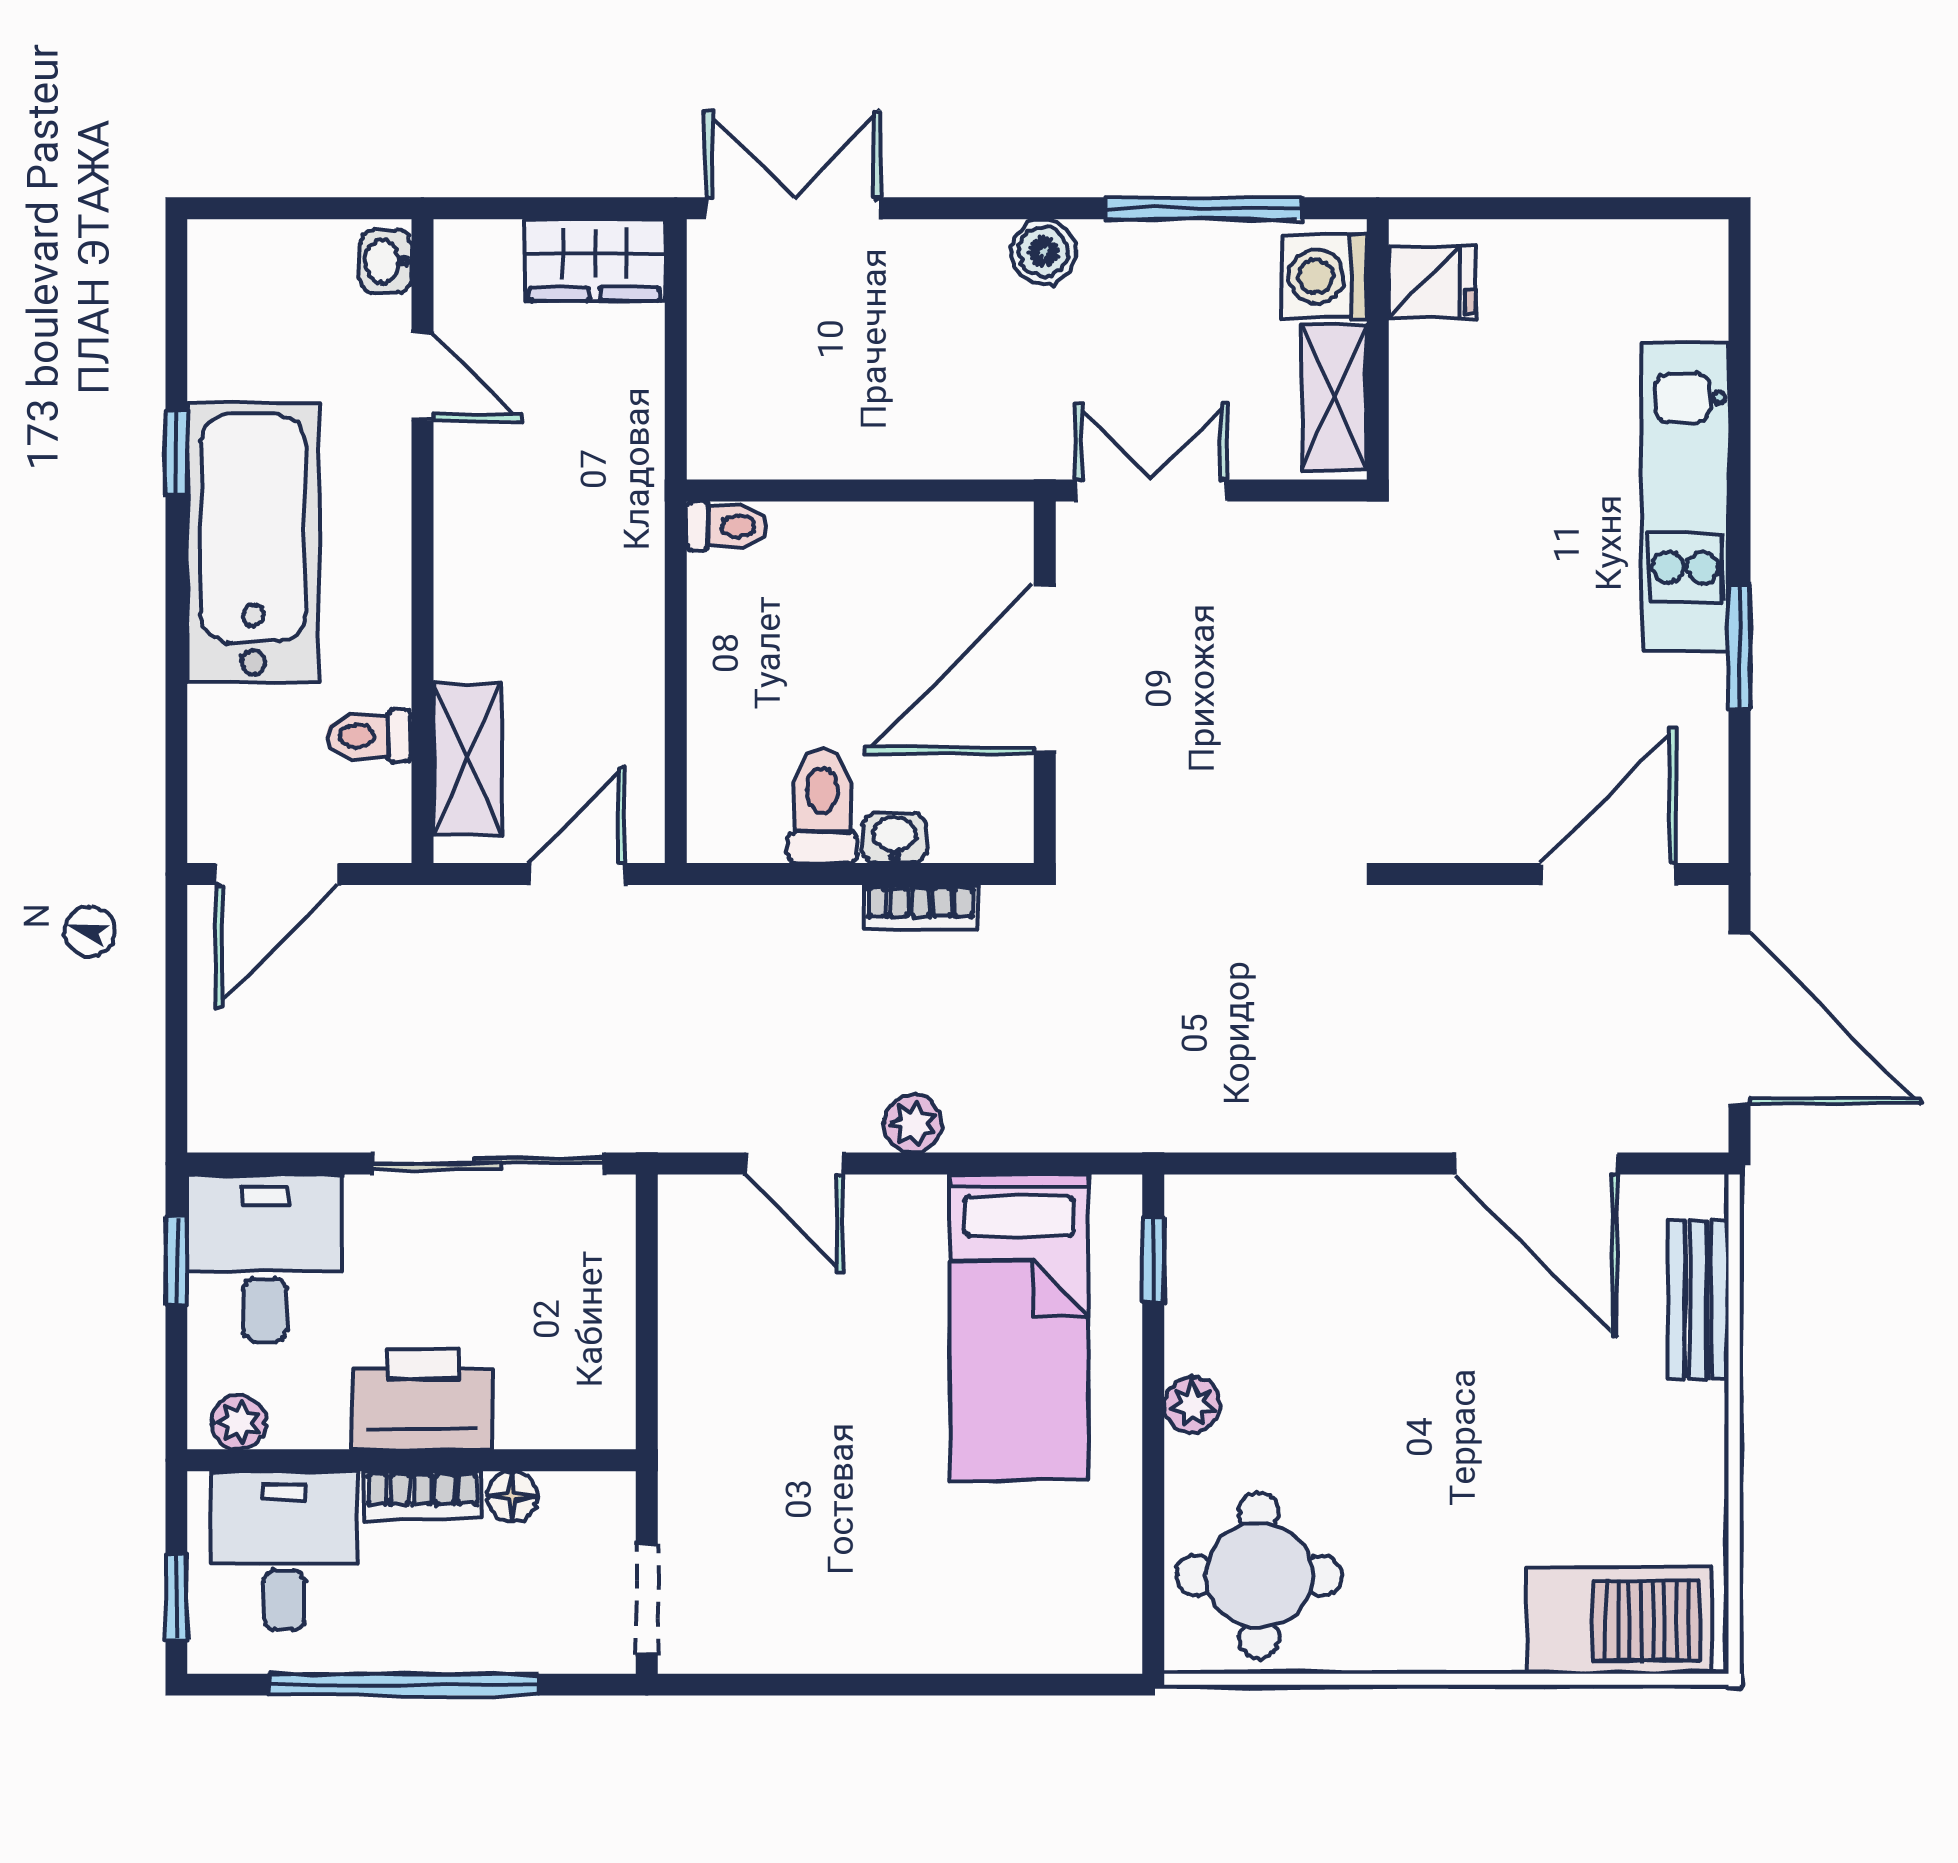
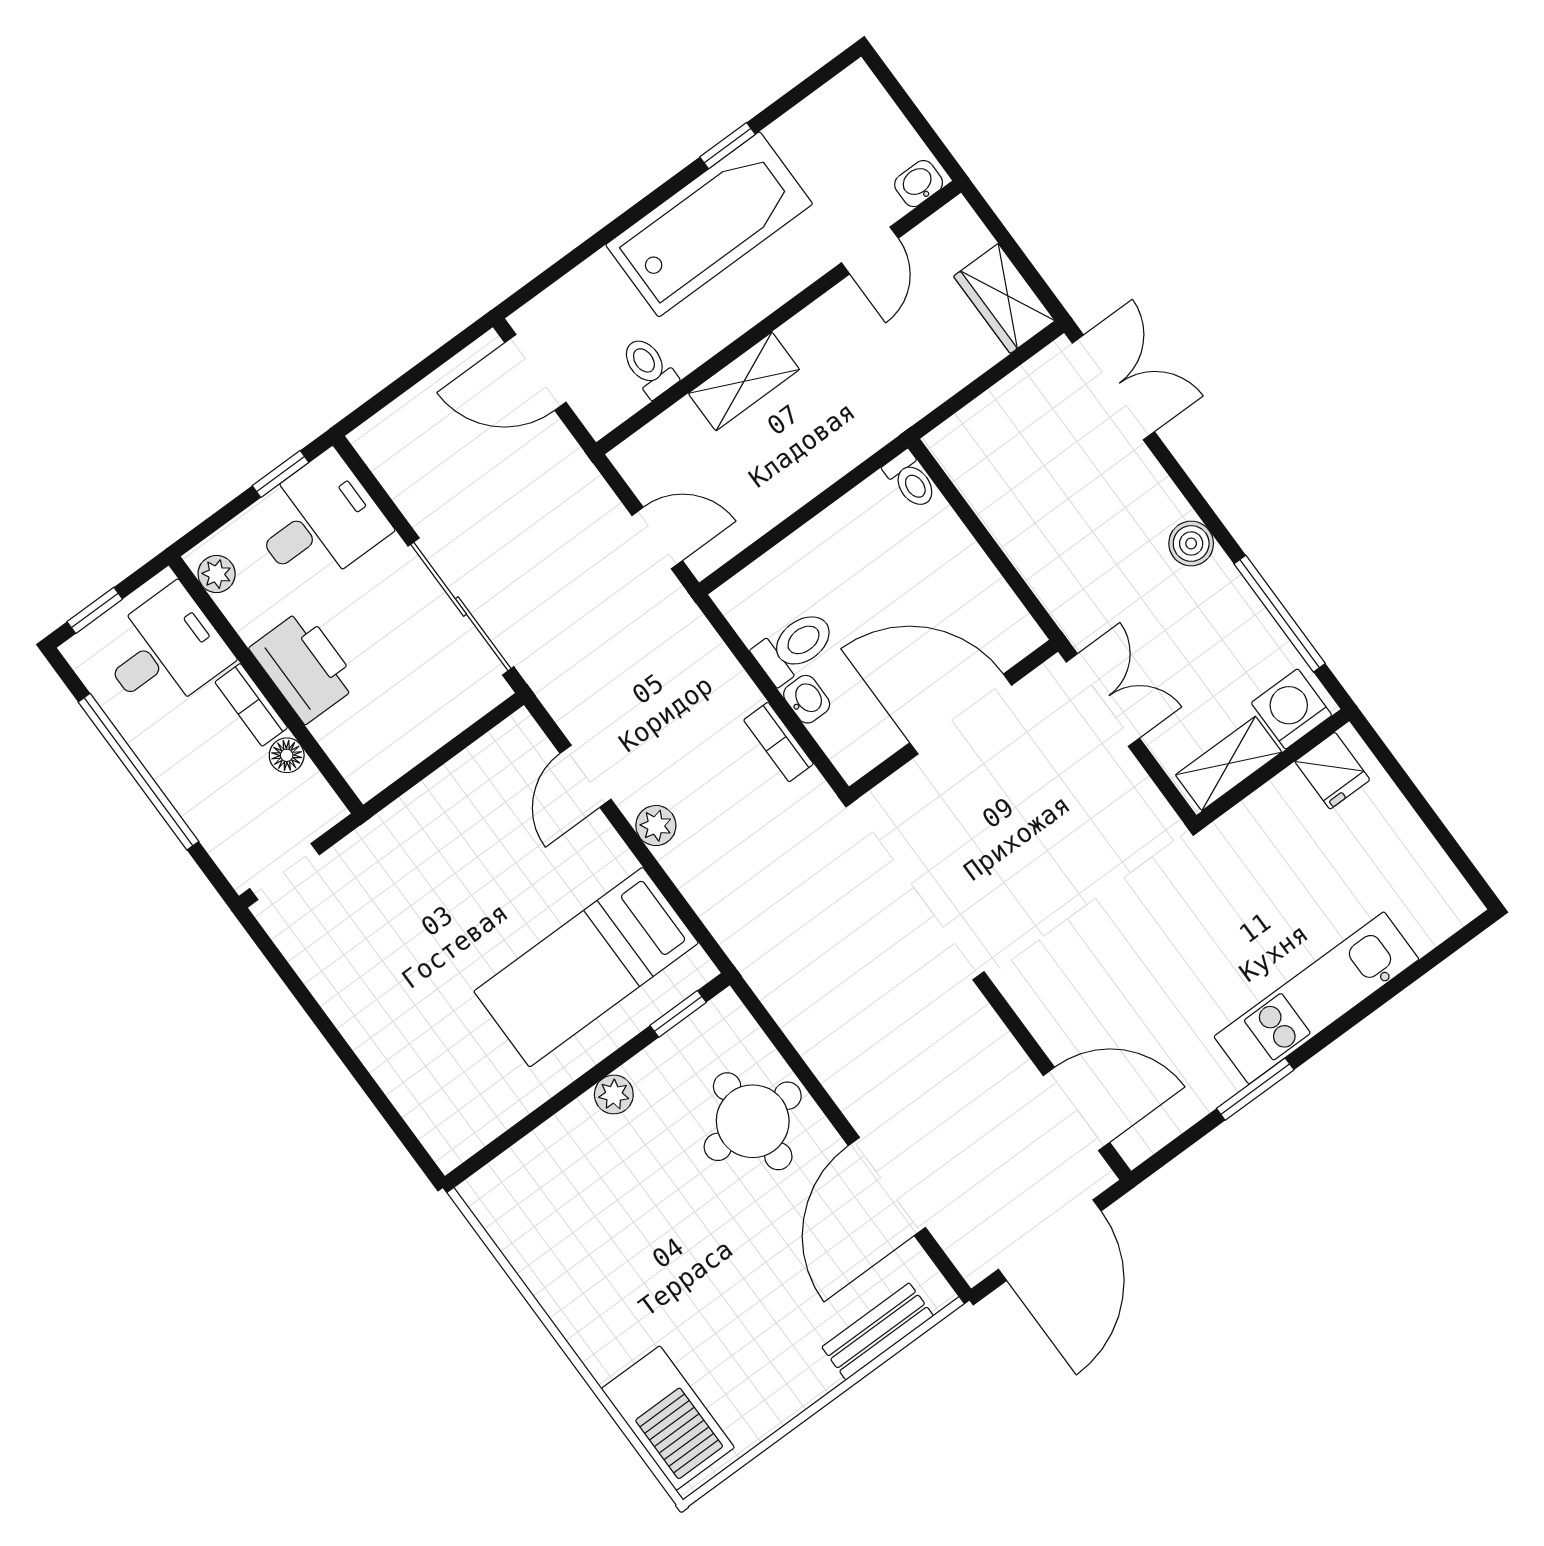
shelving: (467, 759) -> (744, 381), moved
round table: (1259, 1575) -> (753, 1121), moved

